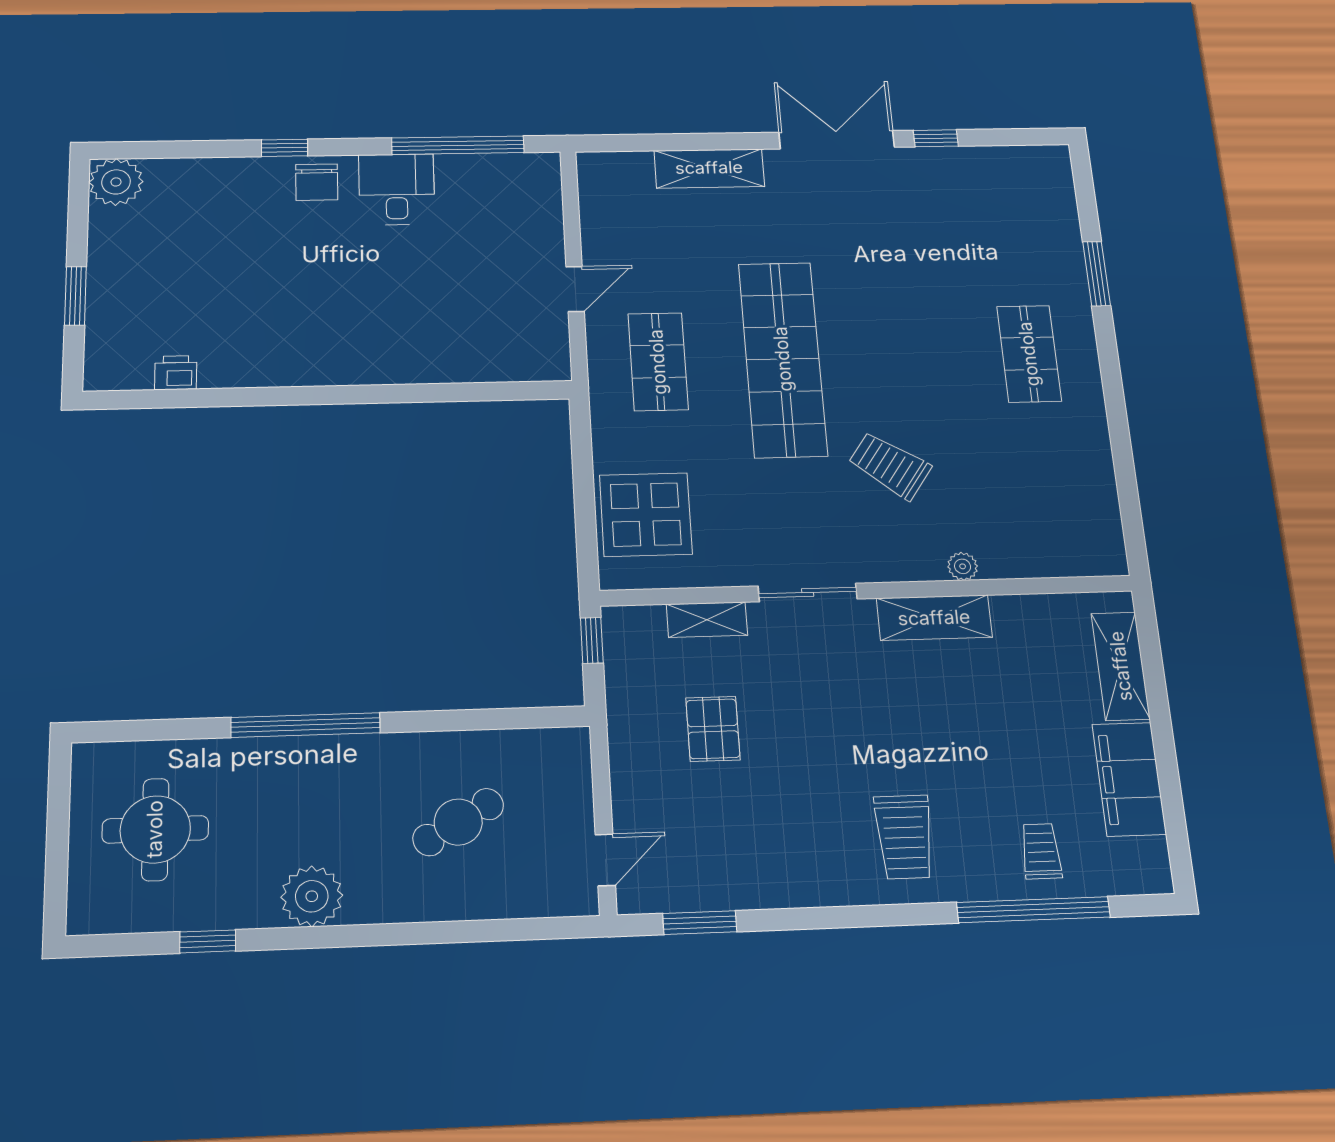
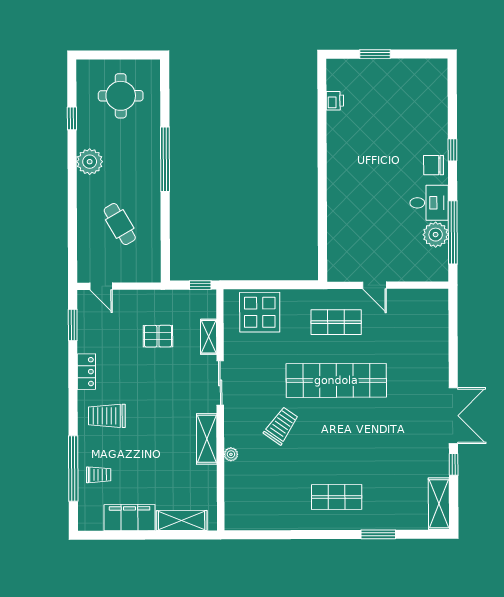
shelving: (709, 168) -> (439, 504), moved
plant: (116, 182) -> (436, 235), moved
locker: (806, 887) -> (86, 372), added

